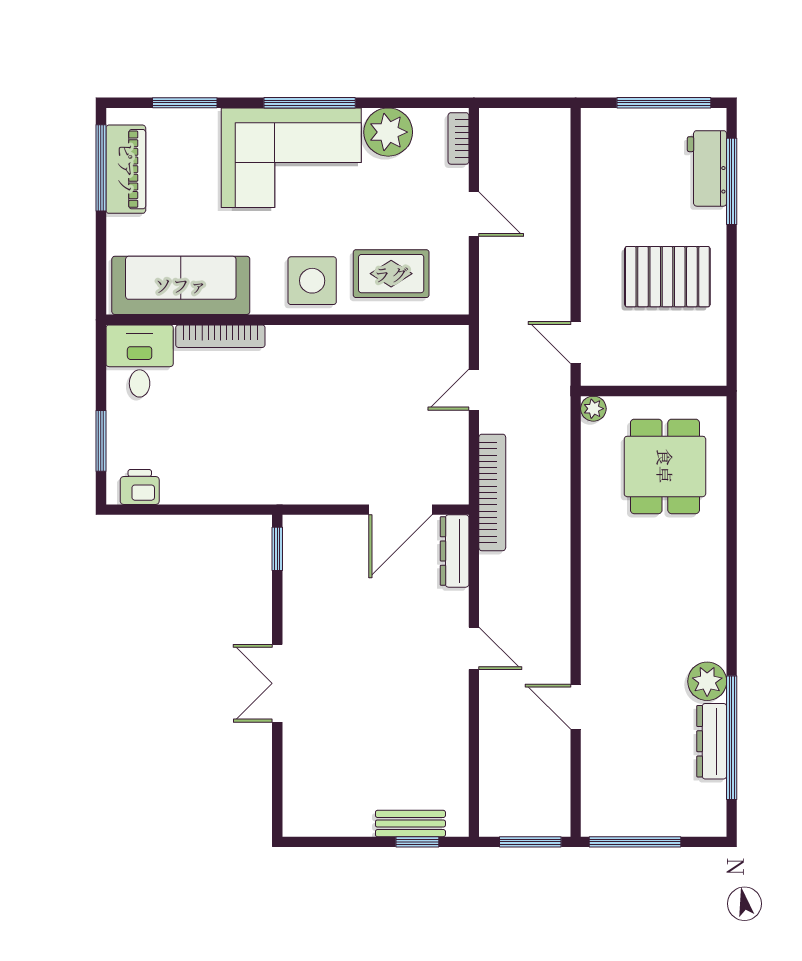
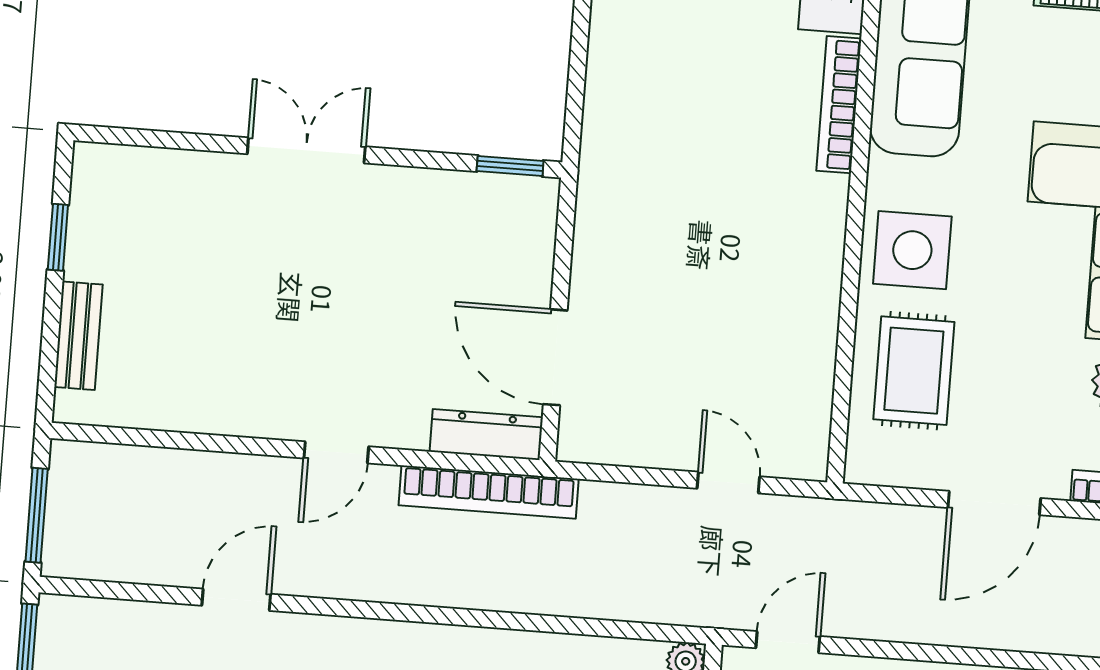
door: (474, 214) -> (994, 503), width x1.38
bookcase: (492, 492) -> (489, 492), moved
window: (417, 842) -> (58, 237), moved

